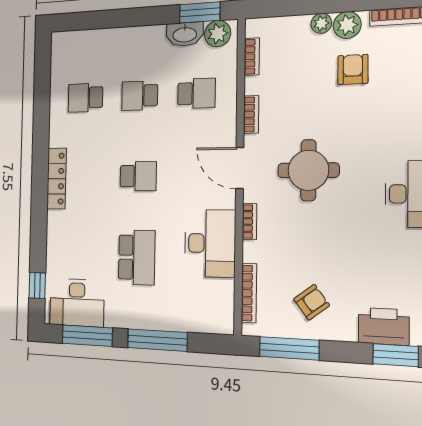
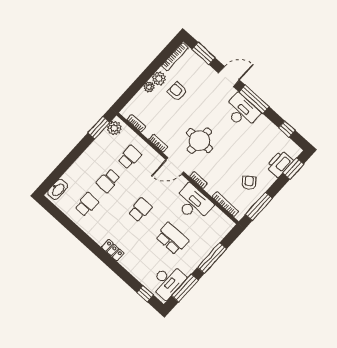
washbasin: (185, 34) -> (58, 189), moved
school desk: (85, 98) -> (87, 204), turned 180
locker: (57, 179) -> (113, 250), width x0.66

